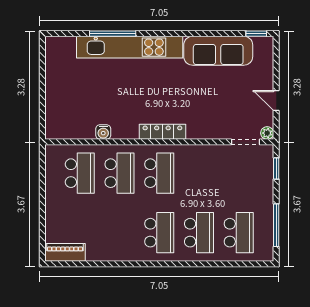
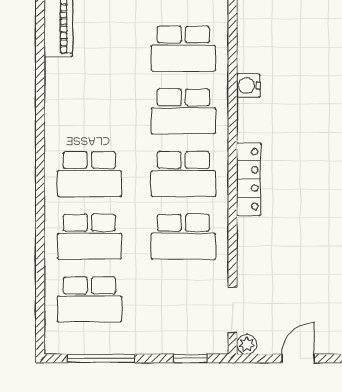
school desk: (199, 173) -> (183, 237), added

